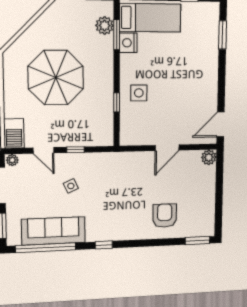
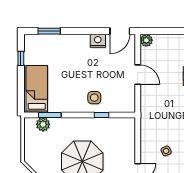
nightstand: (128, 43) -> (98, 41), moved, turned 180
door: (221, 124) -> (120, 31), hinge flipped
window: (75, 150) -> (138, 147), removed

